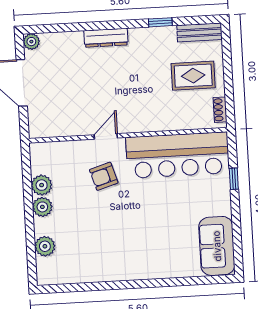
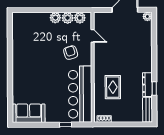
dresser: (106, 38) -> (147, 85), moved
rug: (193, 76) -> (113, 87), moved
door: (106, 136) -> (93, 36), moved
plant: (45, 246) -> (80, 18), moved

